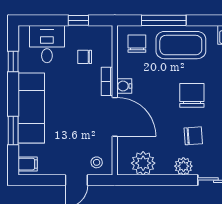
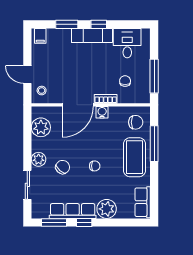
window: (78, 20) -> (154, 76), width x2.17
desk: (47, 44) -> (127, 43), moved, turned -90
window: (13, 62) -> (99, 24), moved
chair: (192, 95) -> (95, 166), width x0.54, depth x0.54
exam couch: (31, 108) -> (92, 35), width x0.73, depth x0.69
chair: (193, 136) -> (63, 167), turned -134

